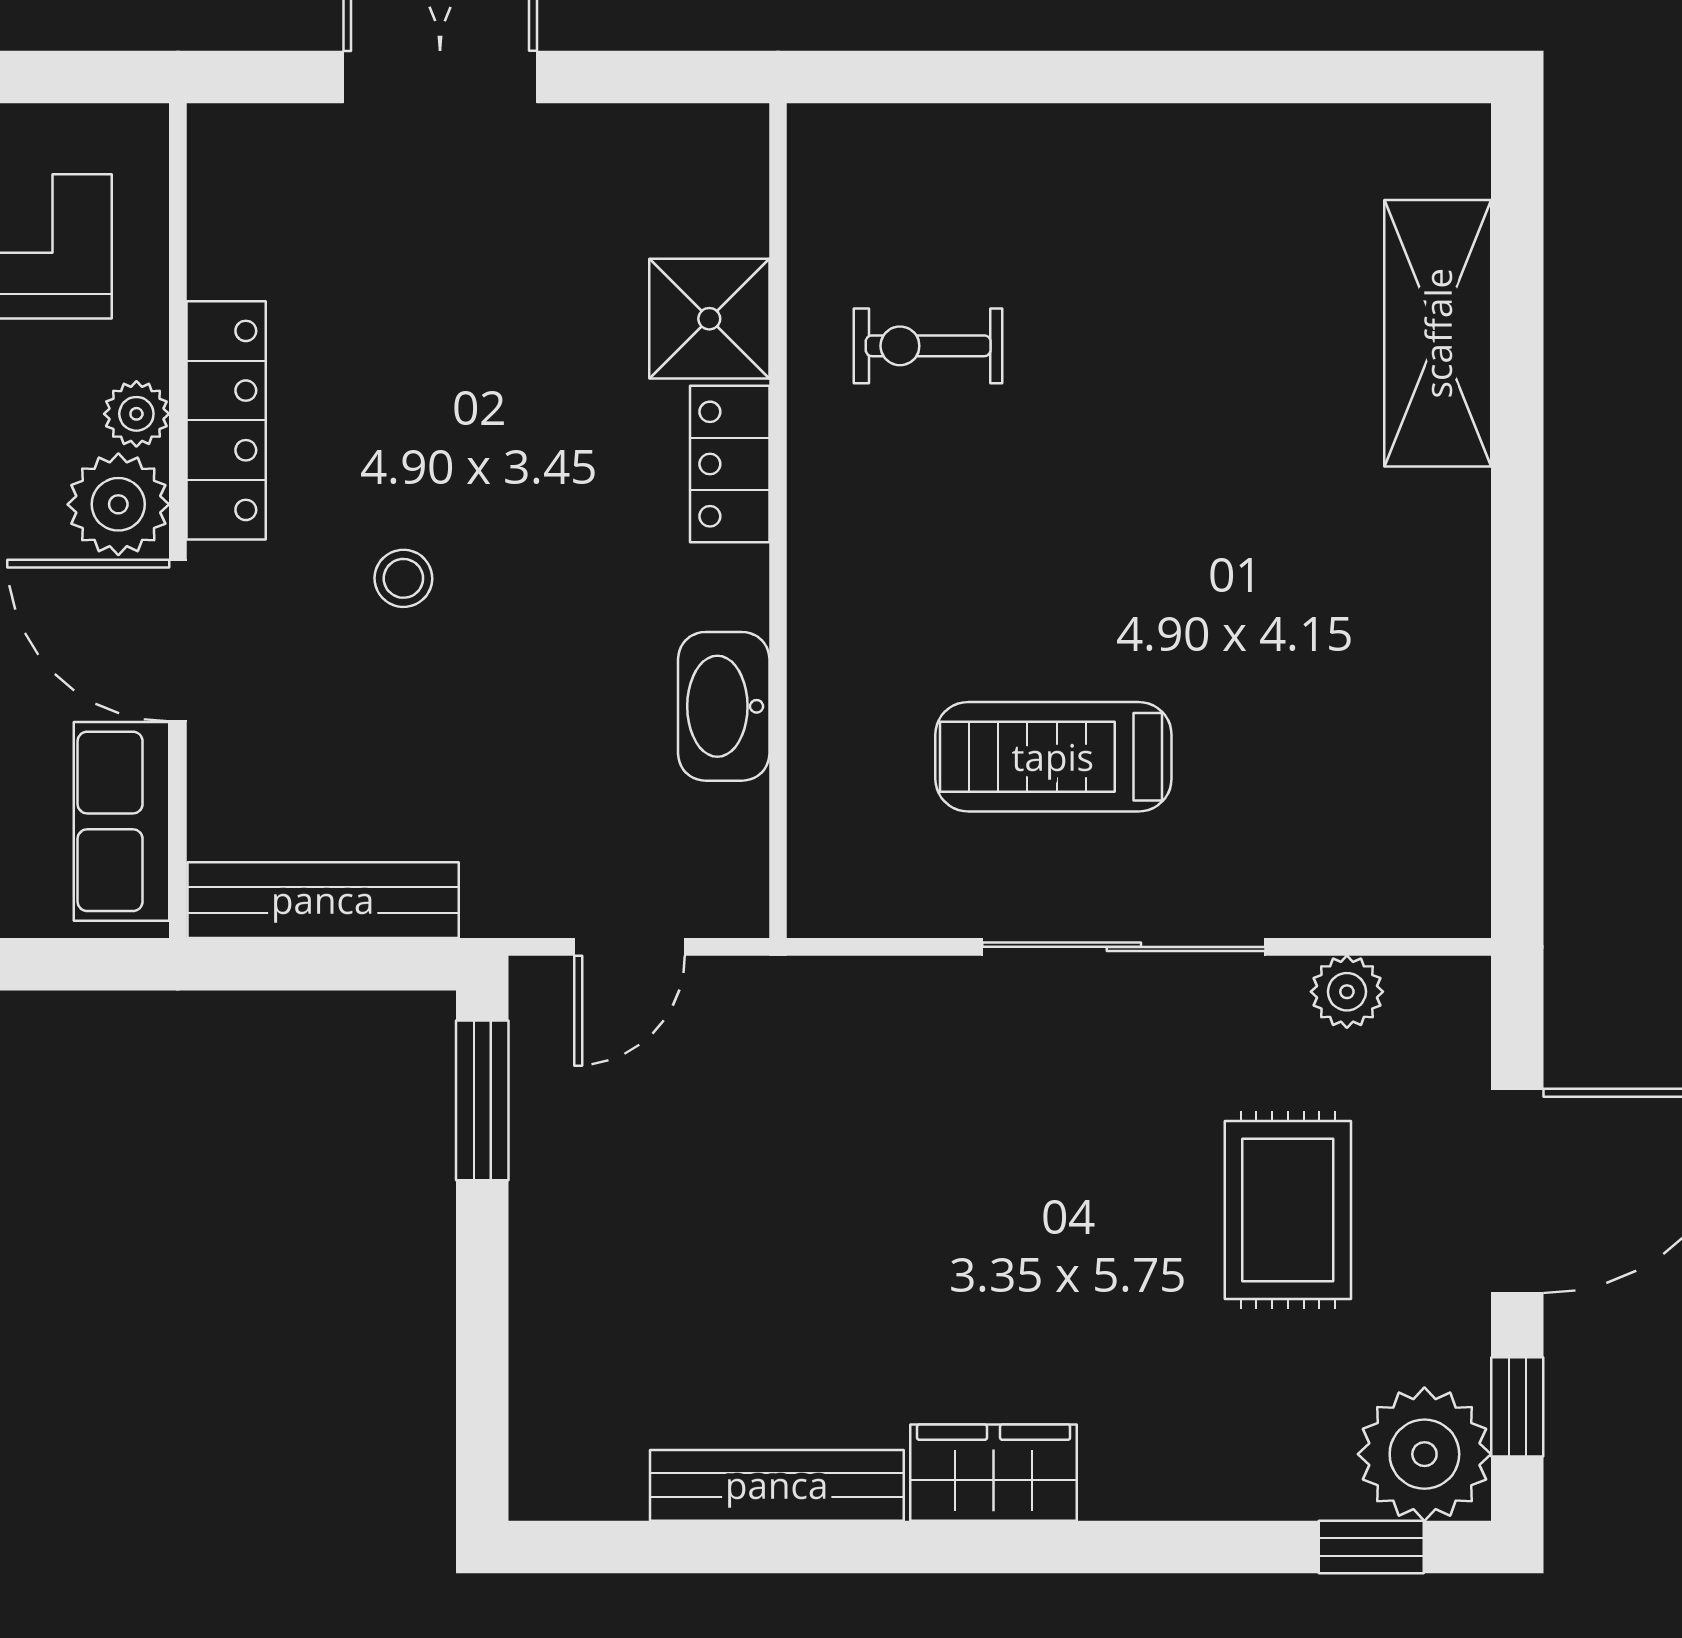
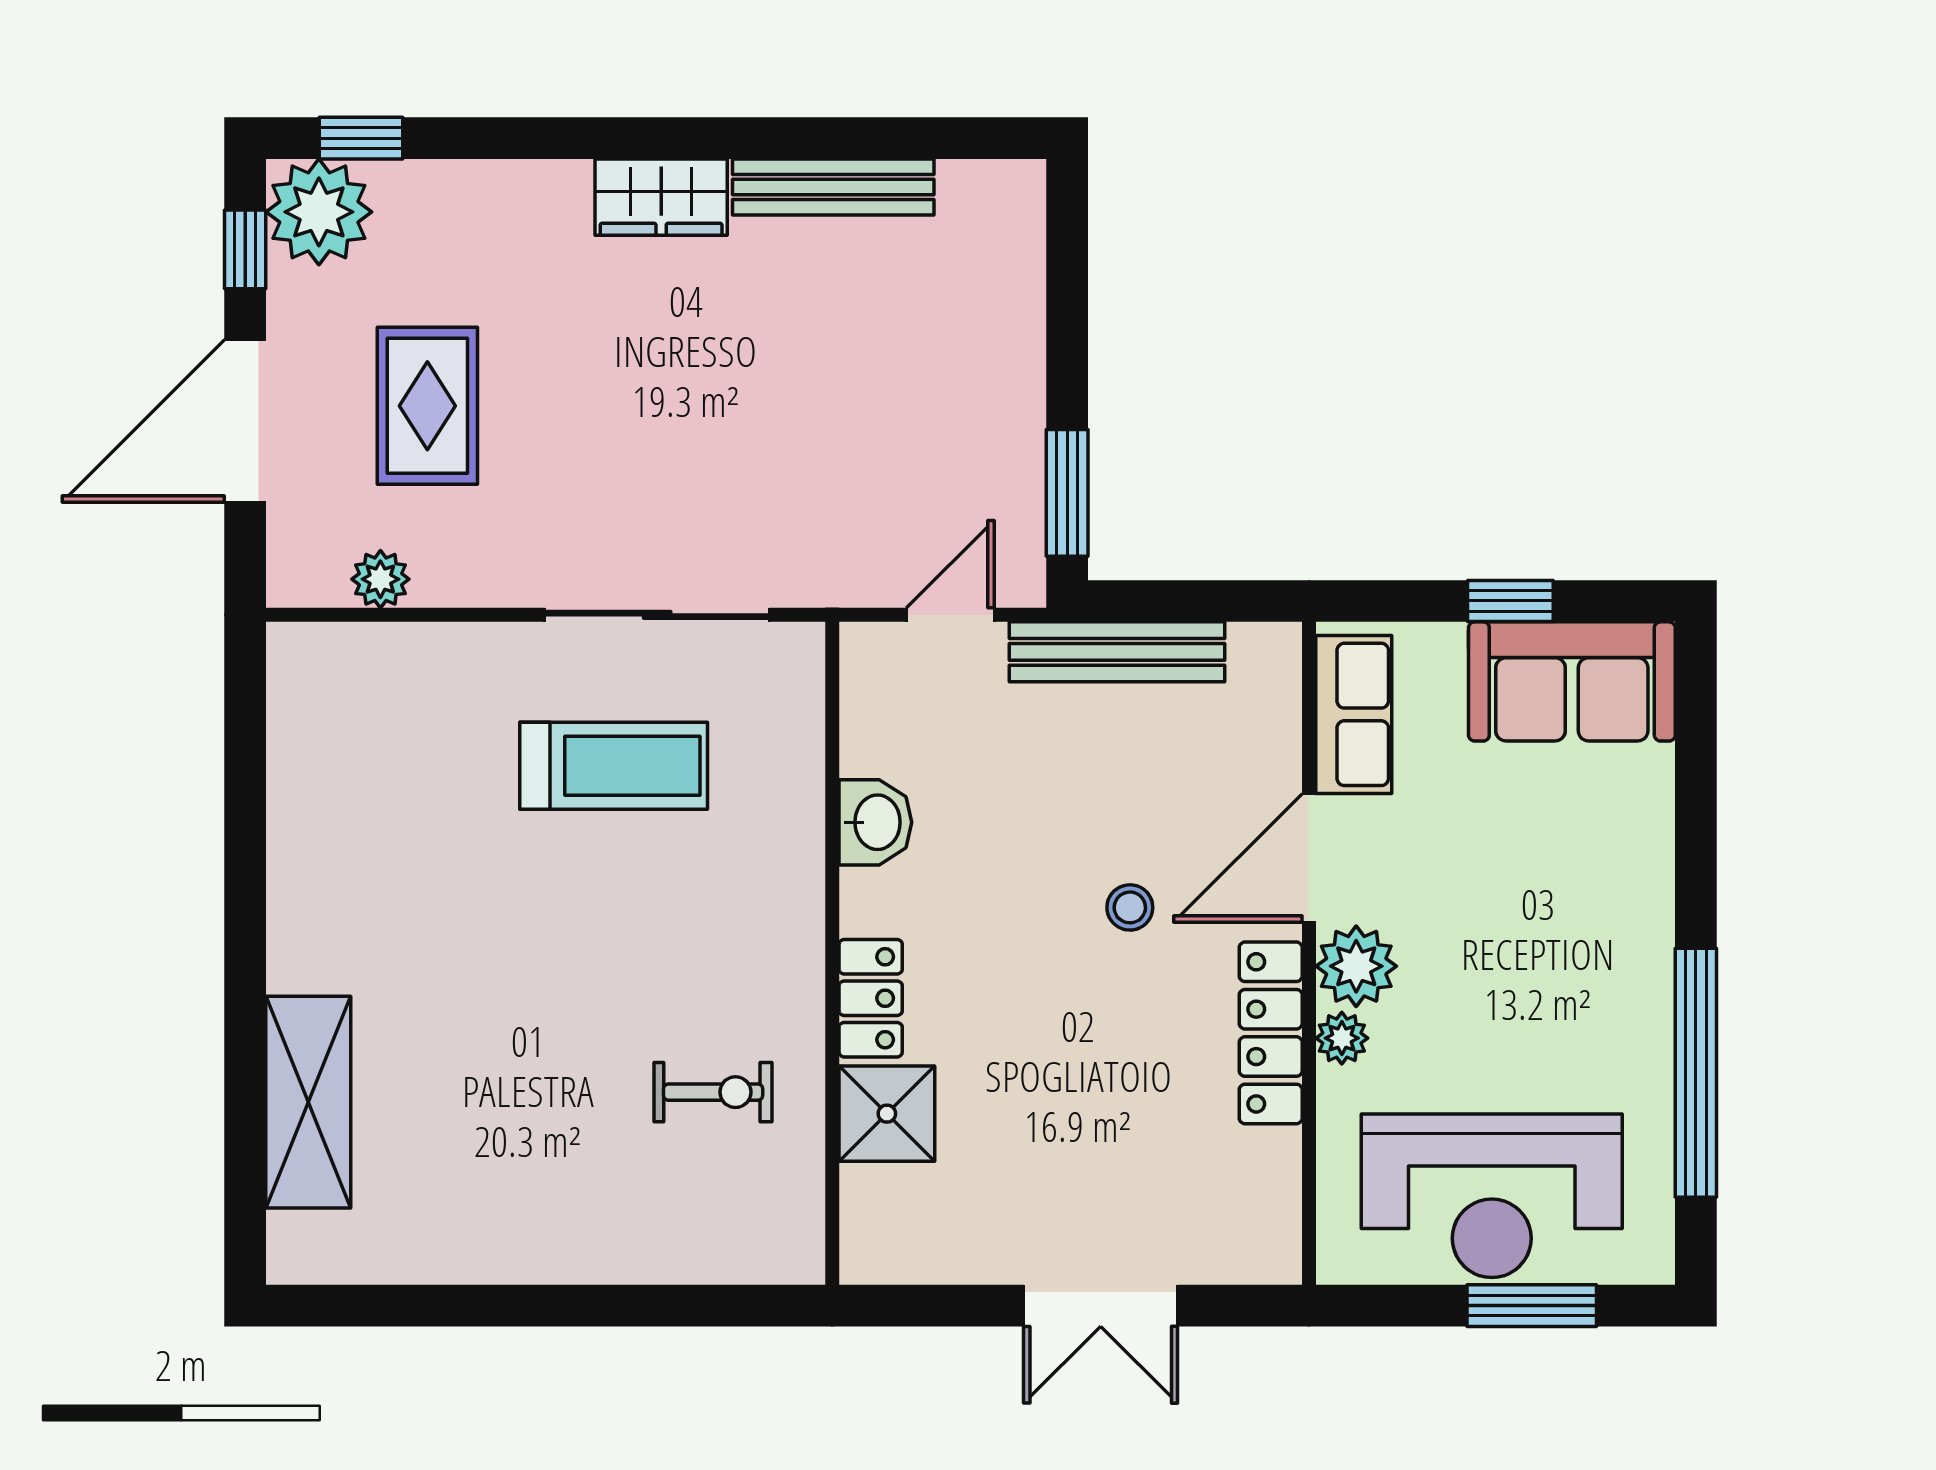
door: (178, 641) -> (1309, 858), swing flipped
washbasin: (724, 706) -> (875, 822), width x0.72
bench: (323, 900) -> (1117, 652), moved
sliding door: (1124, 947) -> (657, 615), moved

